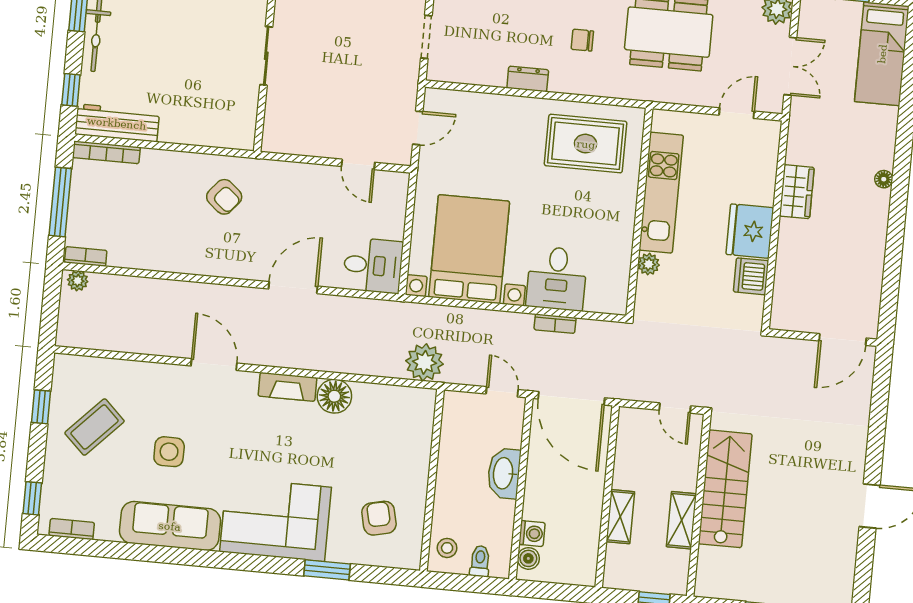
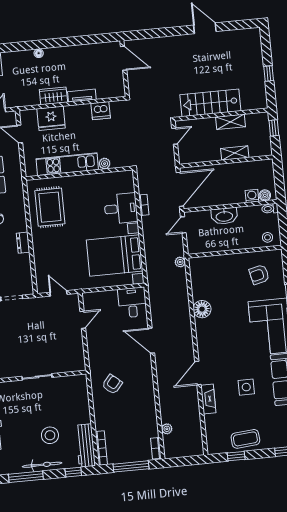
stool: (150, 59) -> (50, 435), added
fridge: (750, 231) -> (51, 118), moved
tv unit: (787, 246) -> (82, 96), added
plant: (78, 281) -> (167, 429), moved
plant: (424, 362) -> (180, 262), width x0.53, depth x0.53
fireplace: (288, 387) -> (208, 399), moved
coffee table: (95, 427) -> (245, 439), moved, turned -49
toilet: (480, 561) -> (270, 209), moved

